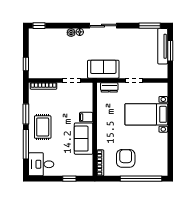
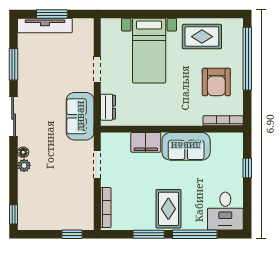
window: (150, 26) -> (14, 64), moved
filing cabinet: (86, 117) -> (146, 142), width x2.00
rug: (43, 127) -> (168, 209), turned 90
rug: (155, 149) -> (202, 37), added
armchair: (126, 158) -> (216, 82), turned -90

